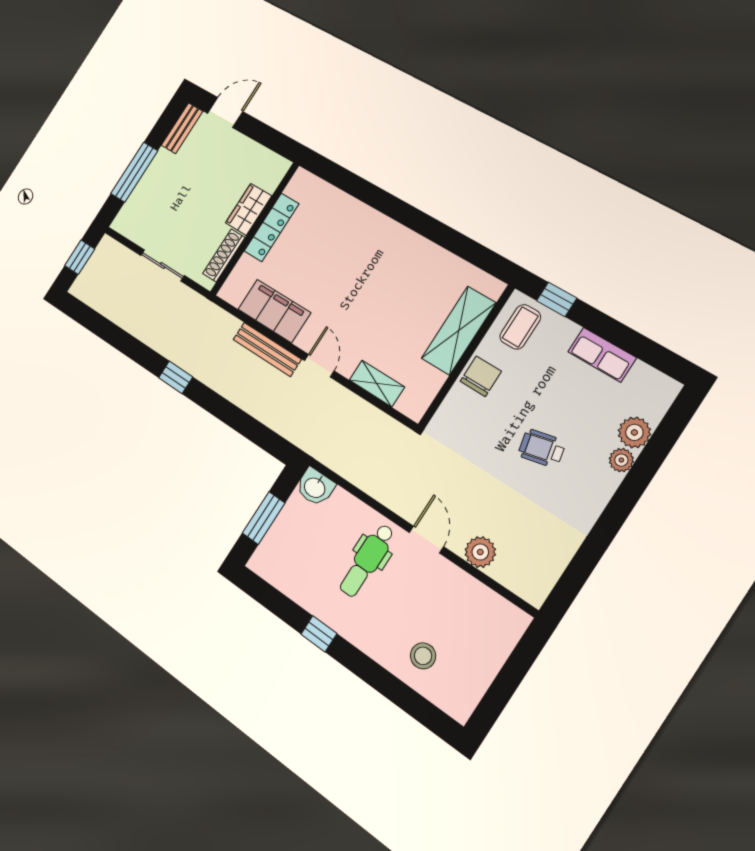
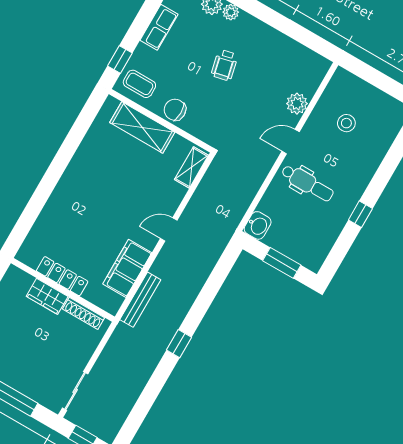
sliding door: (162, 265) -> (75, 391), moved
bench: (267, 349) -> (140, 300), moved
shelving: (377, 384) -> (191, 167), moved
stool: (423, 656) -> (346, 123), moved

